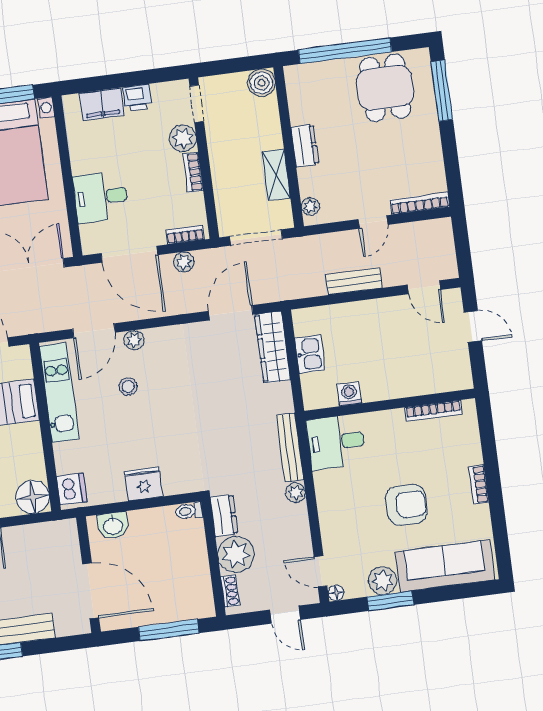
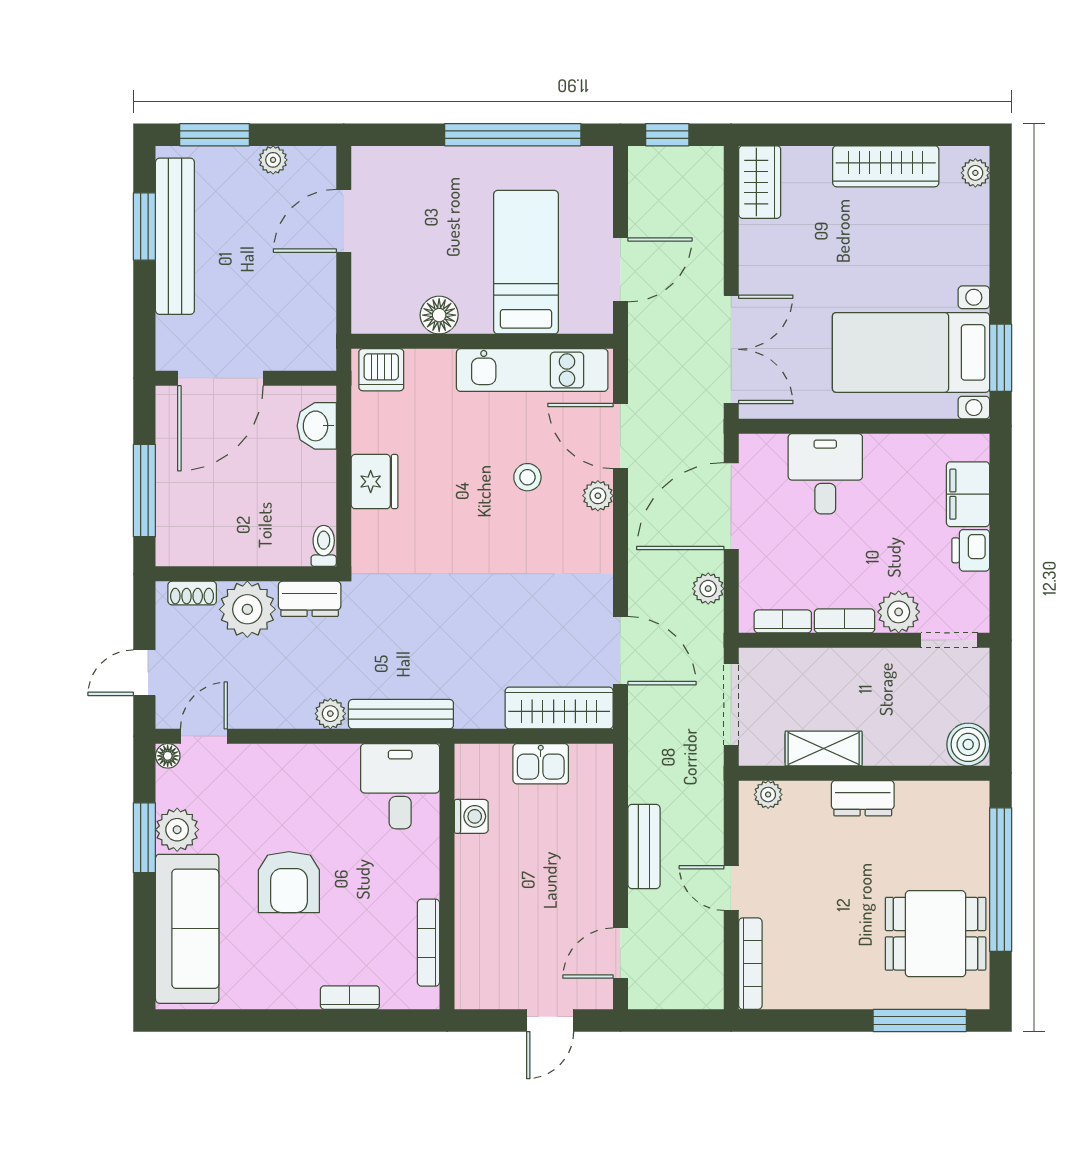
bookcase: (185, 235) -> (783, 621), moved, turned -90
bookcase: (479, 484) -> (350, 998), moved
floor lamp: (33, 497) -> (439, 315), moved, width x0.73, depth x0.73

